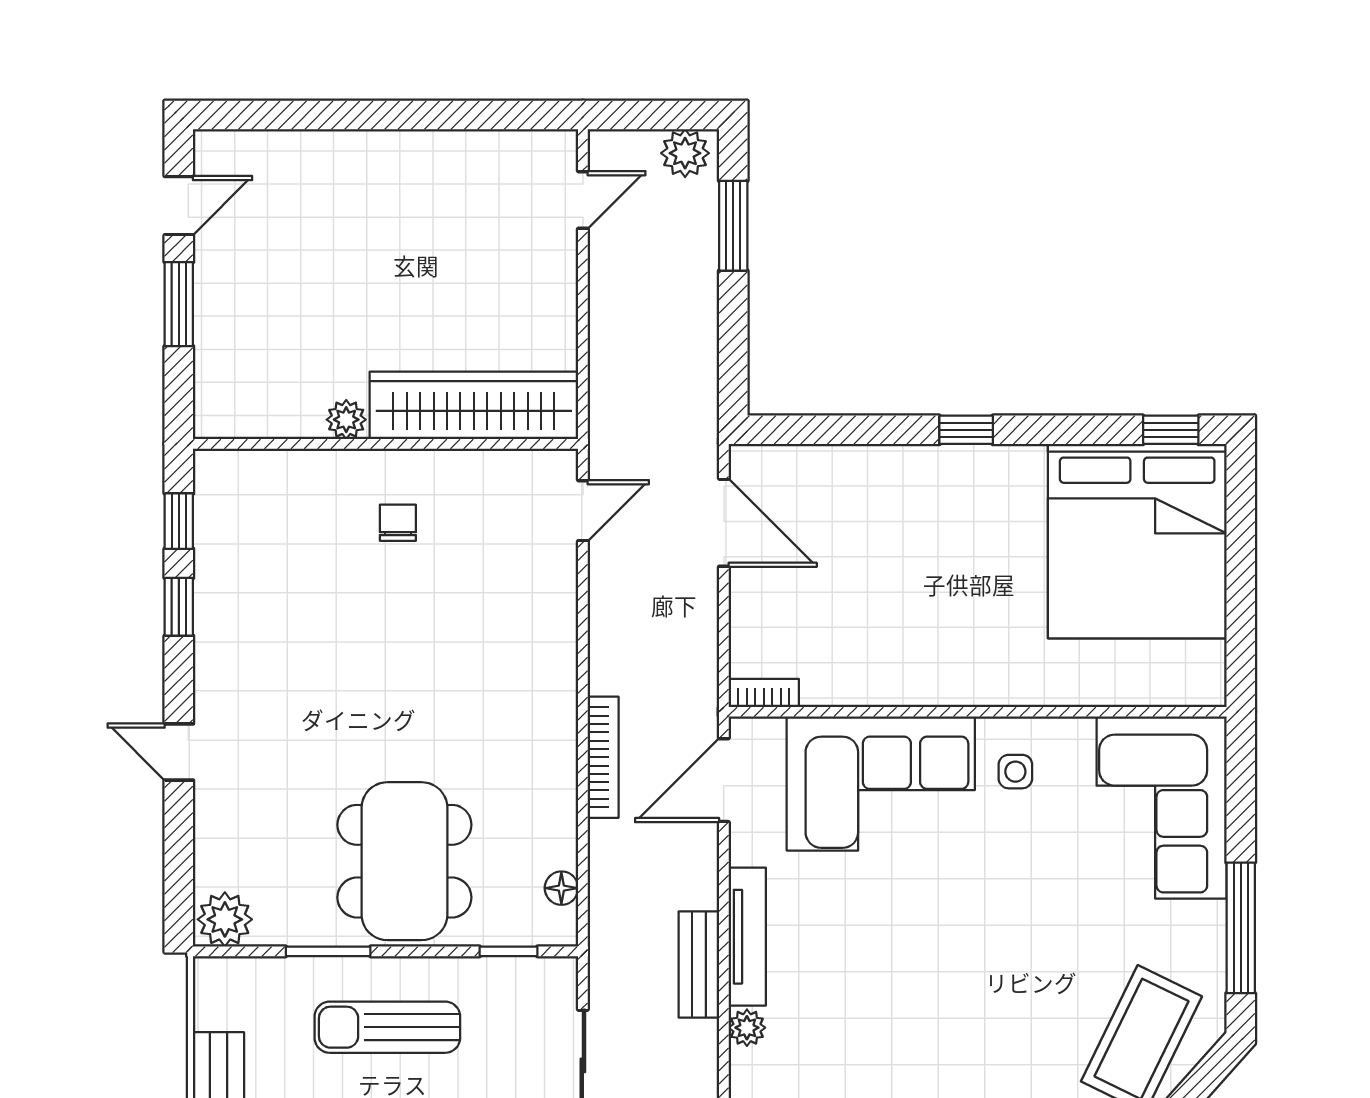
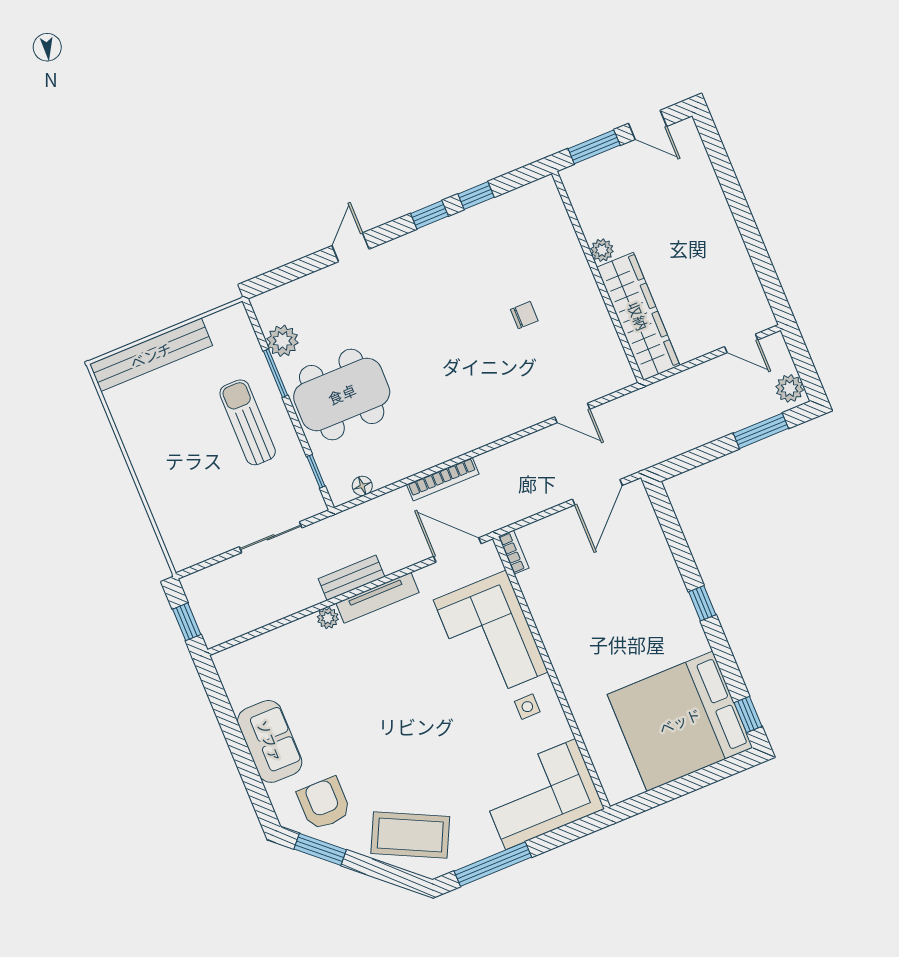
wardrobe: (474, 405) -> (638, 316), moved
plant: (346, 420) -> (602, 250), moved
wall: (386, 444) -> (598, 277), moved
plant: (225, 919) -> (283, 341), moved

